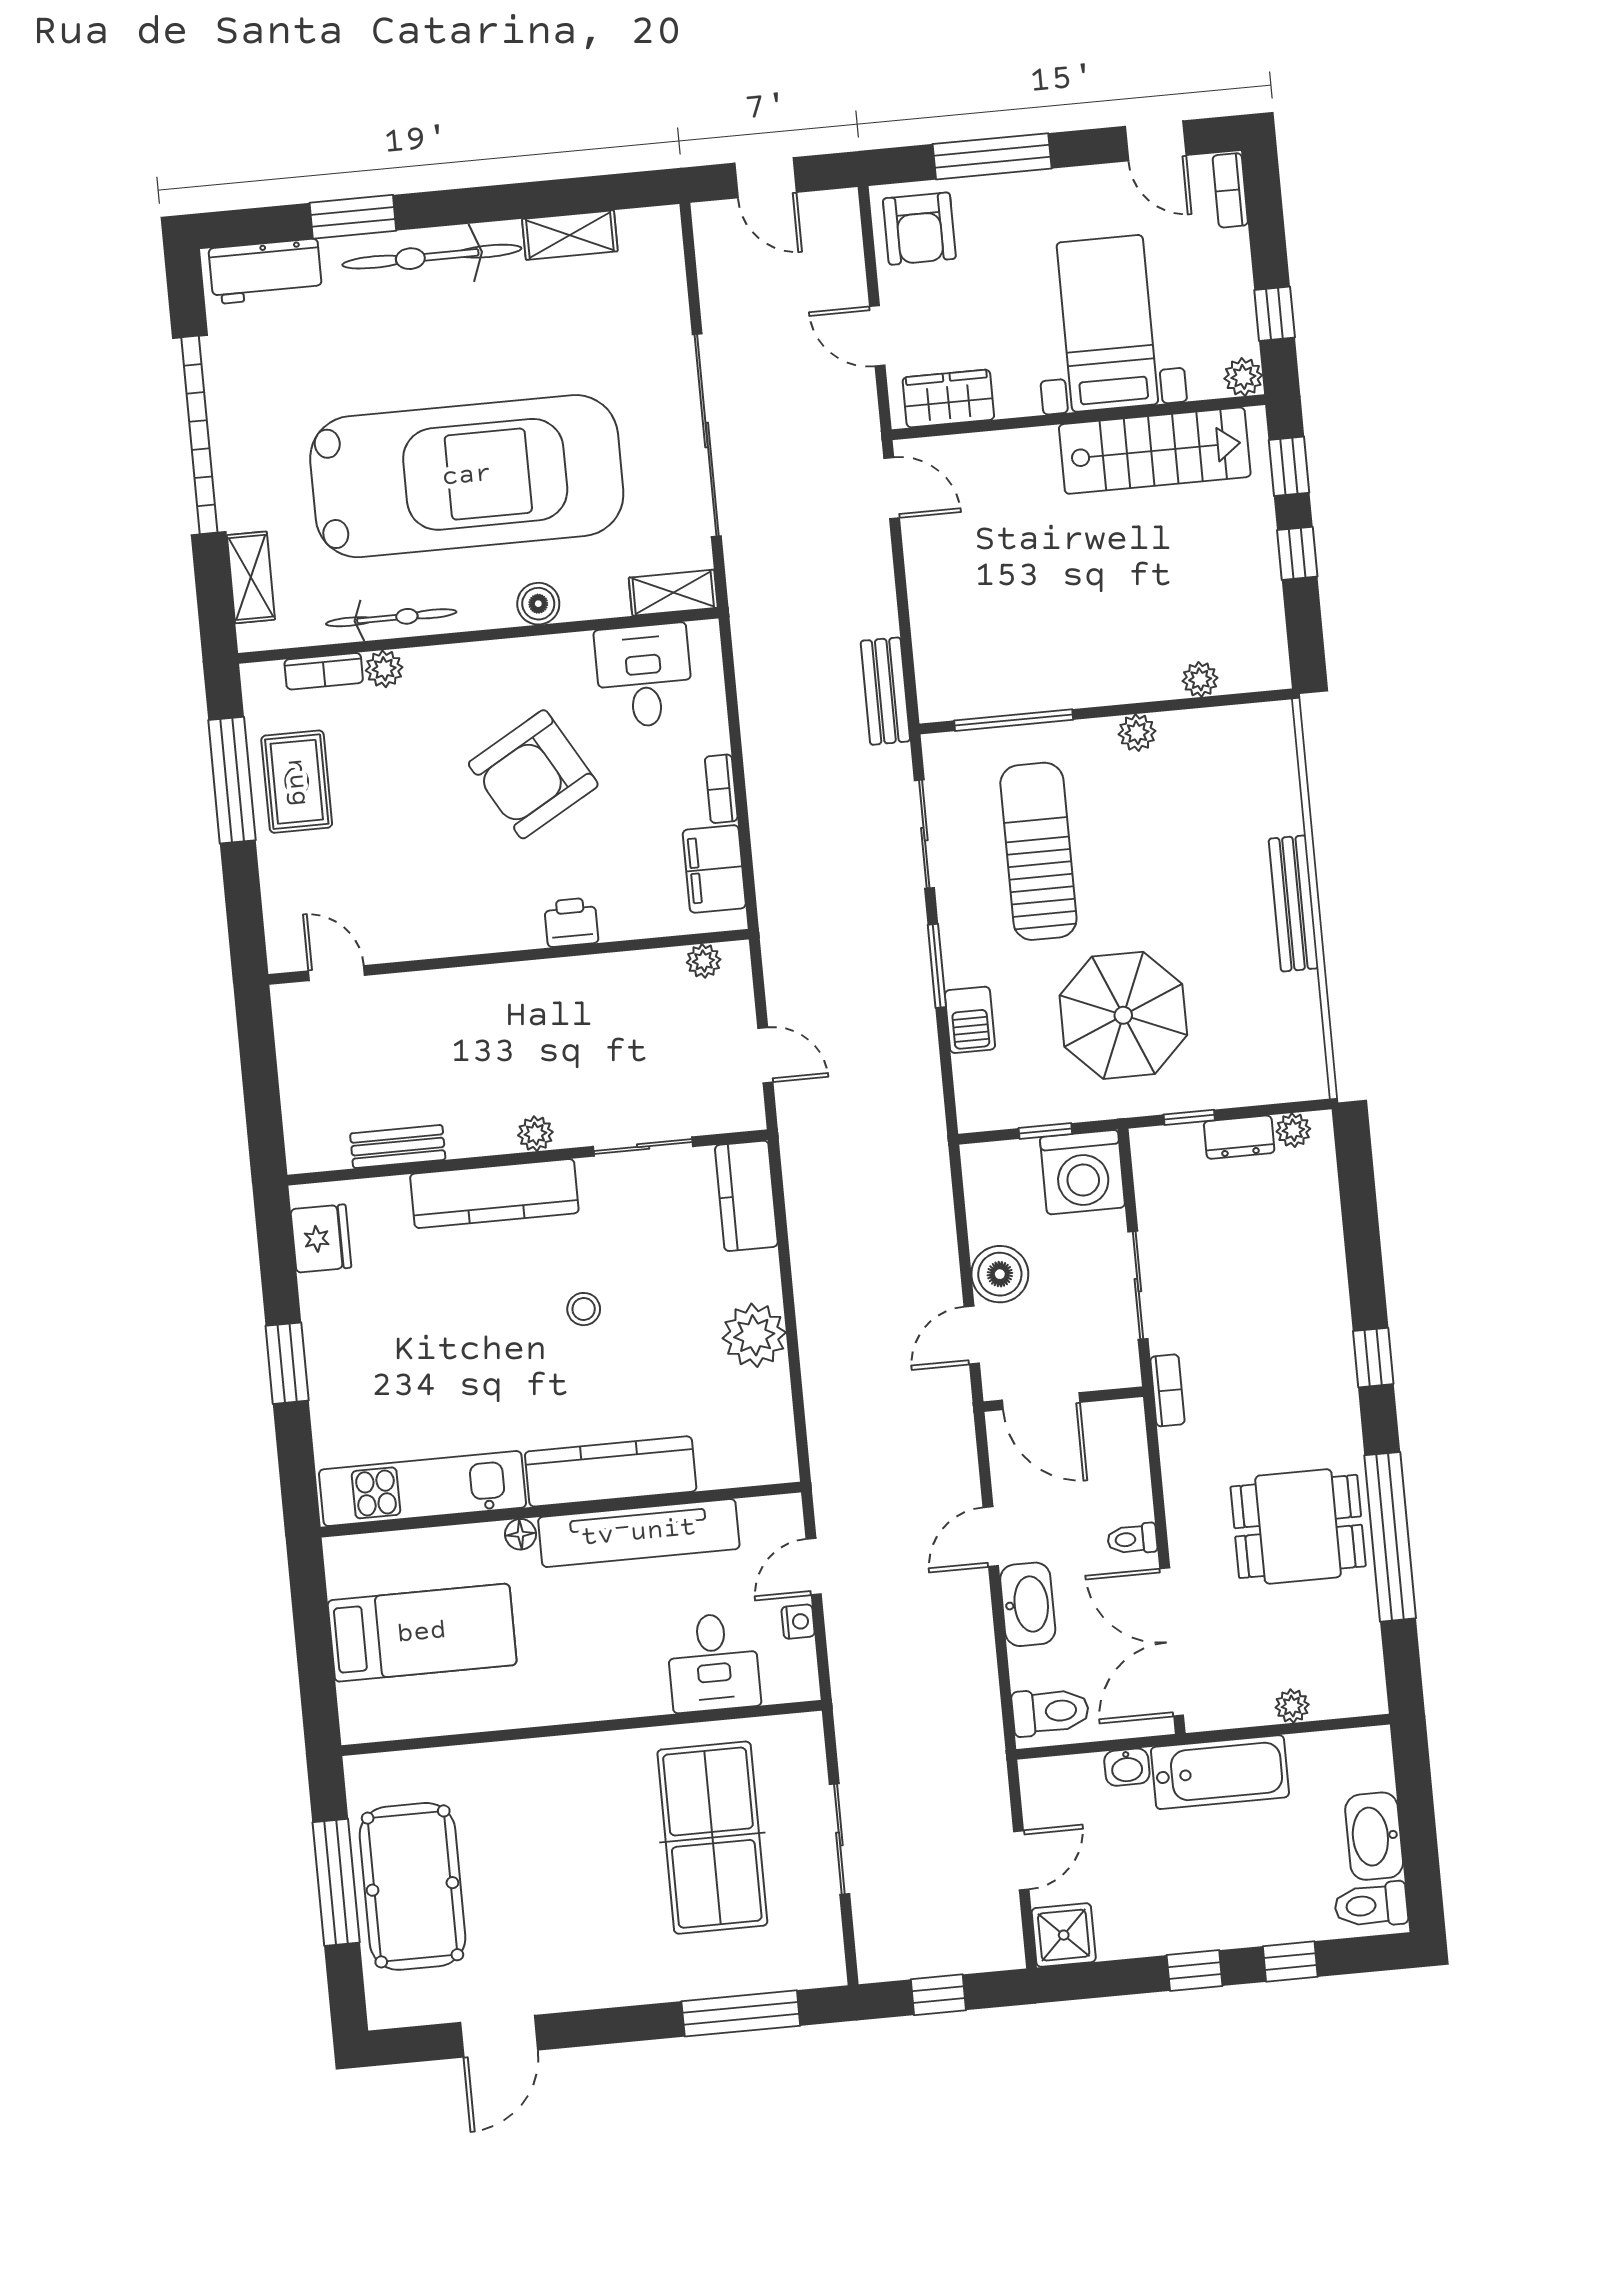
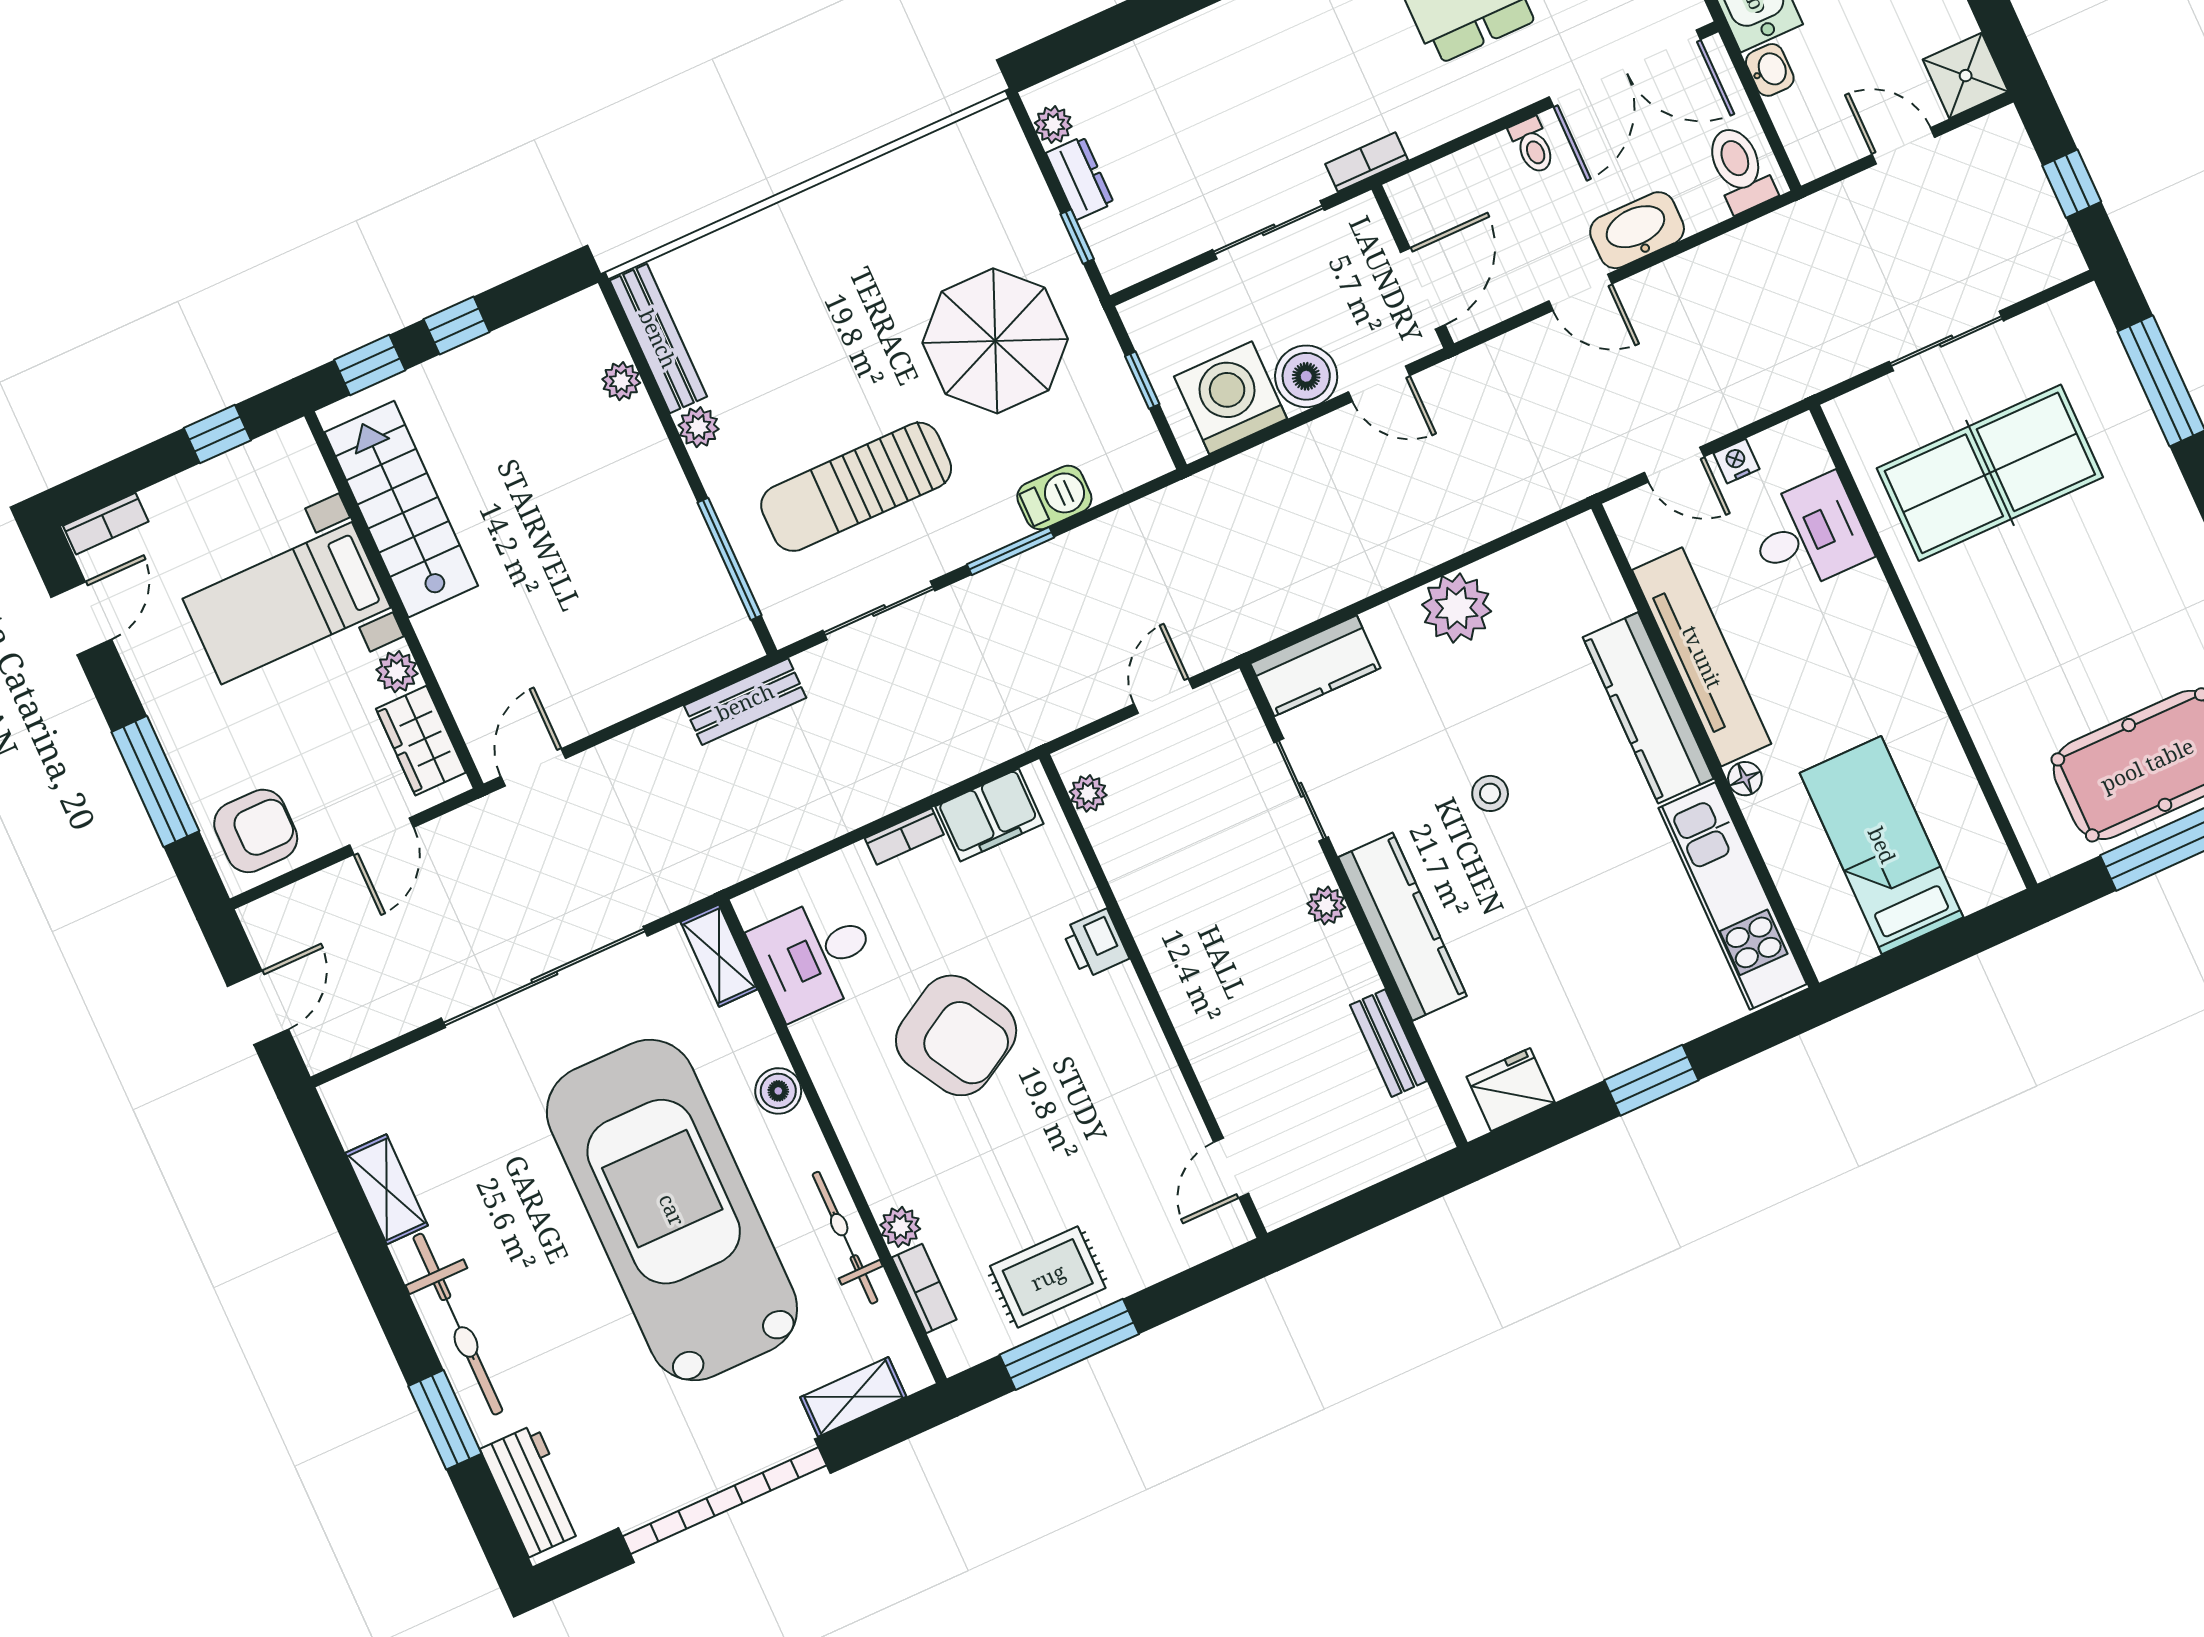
plant: (1243, 377) -> (397, 672), moved
bench: (1293, 903) -> (658, 339), moved, turned 90
washing machine: (1082, 1172) -> (1231, 398), moved, turned -90

